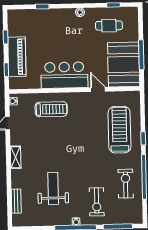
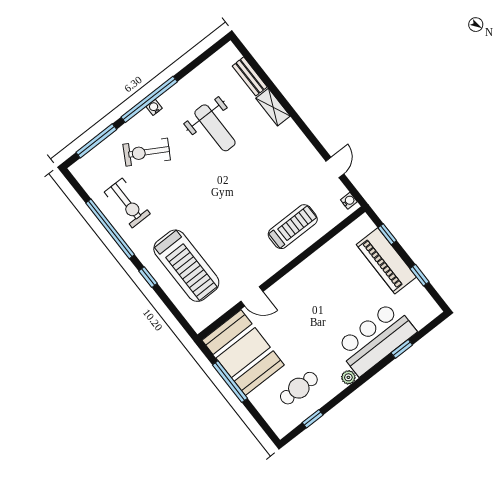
bar counter: (64, 75) -> (376, 339), moved, turned 180
treadmill: (51, 109) -> (293, 227), turned 180
shelving: (16, 157) -> (273, 107), moved
exercise bike: (97, 202) -> (147, 152), turned -60

